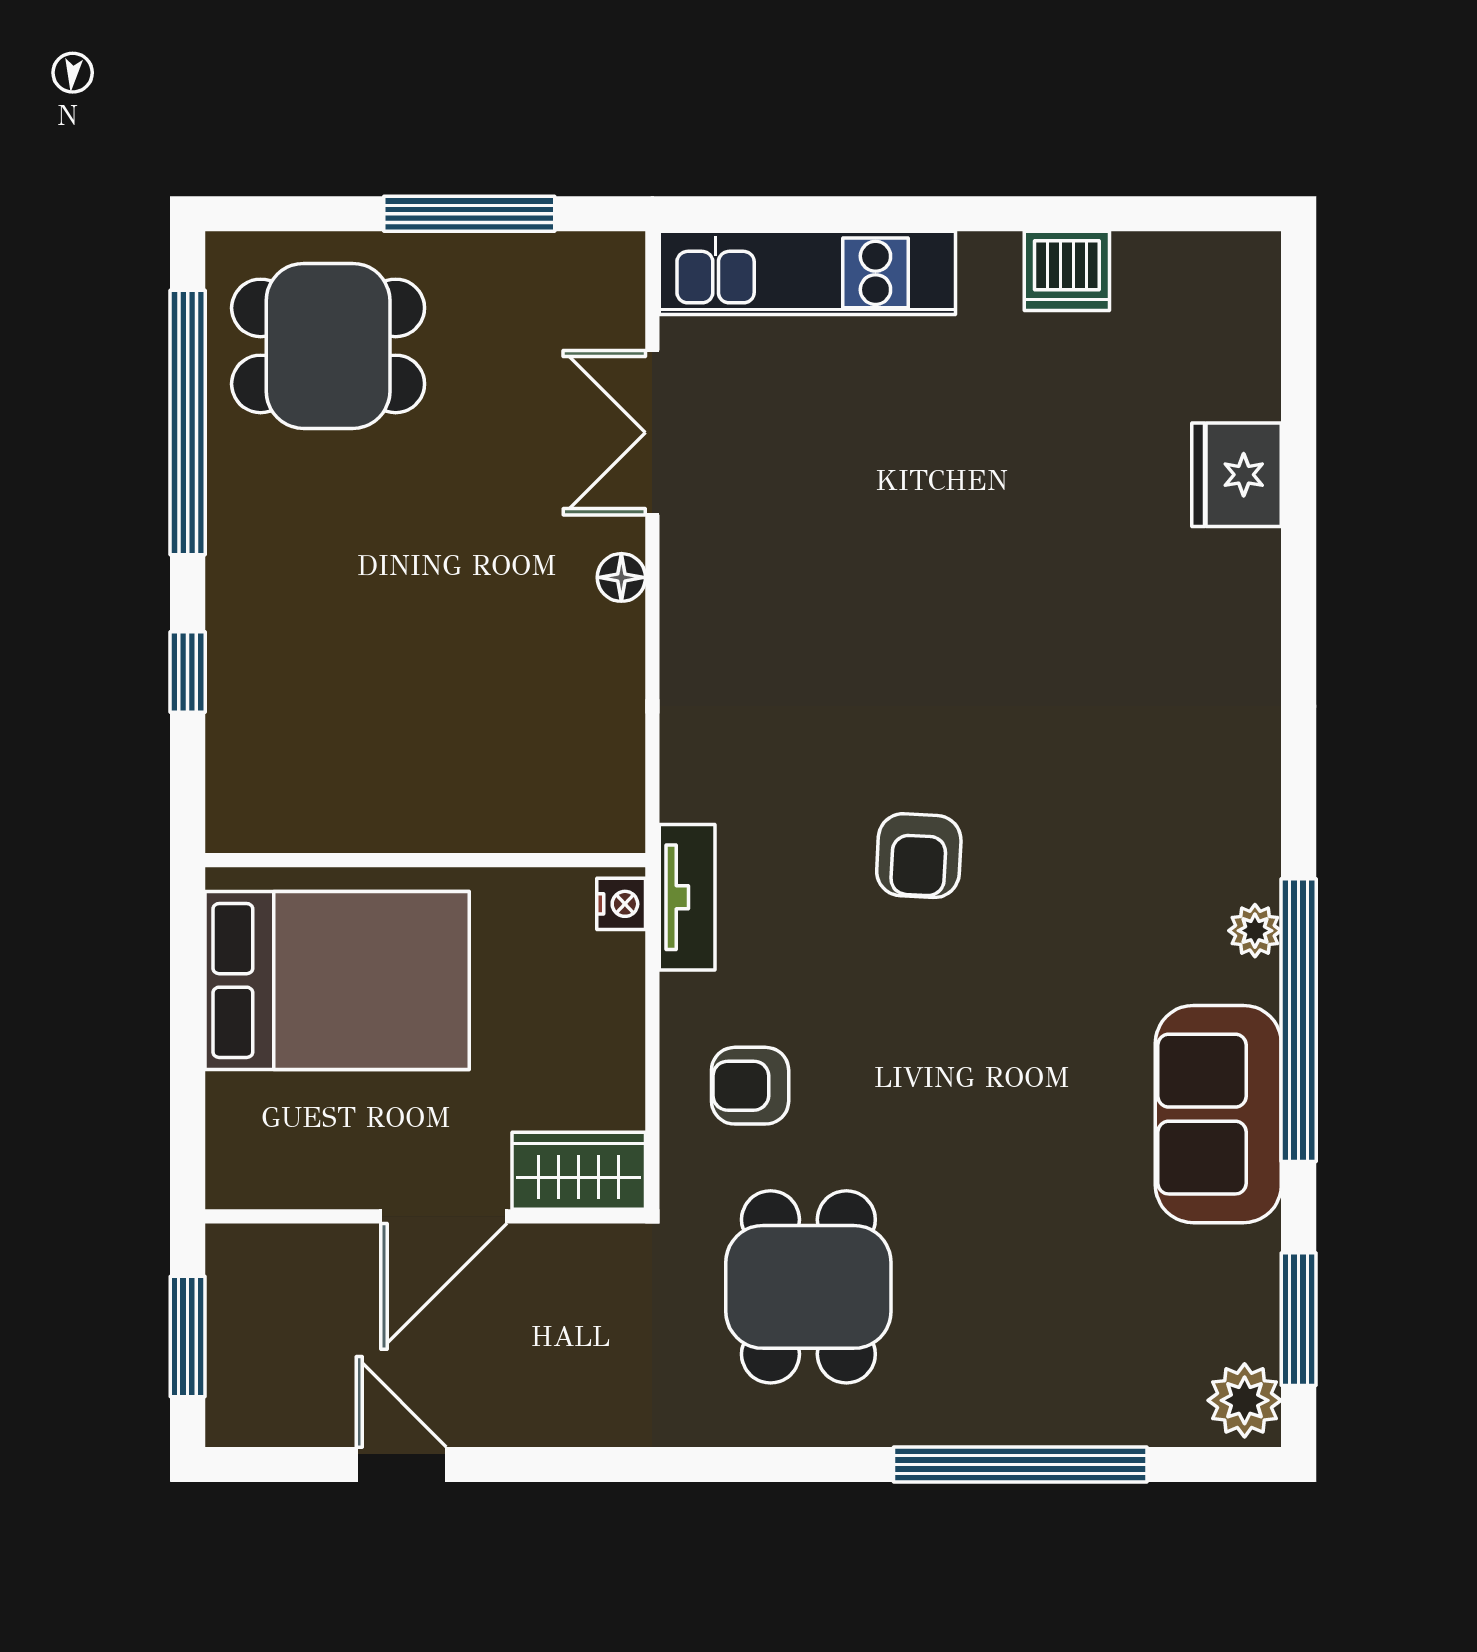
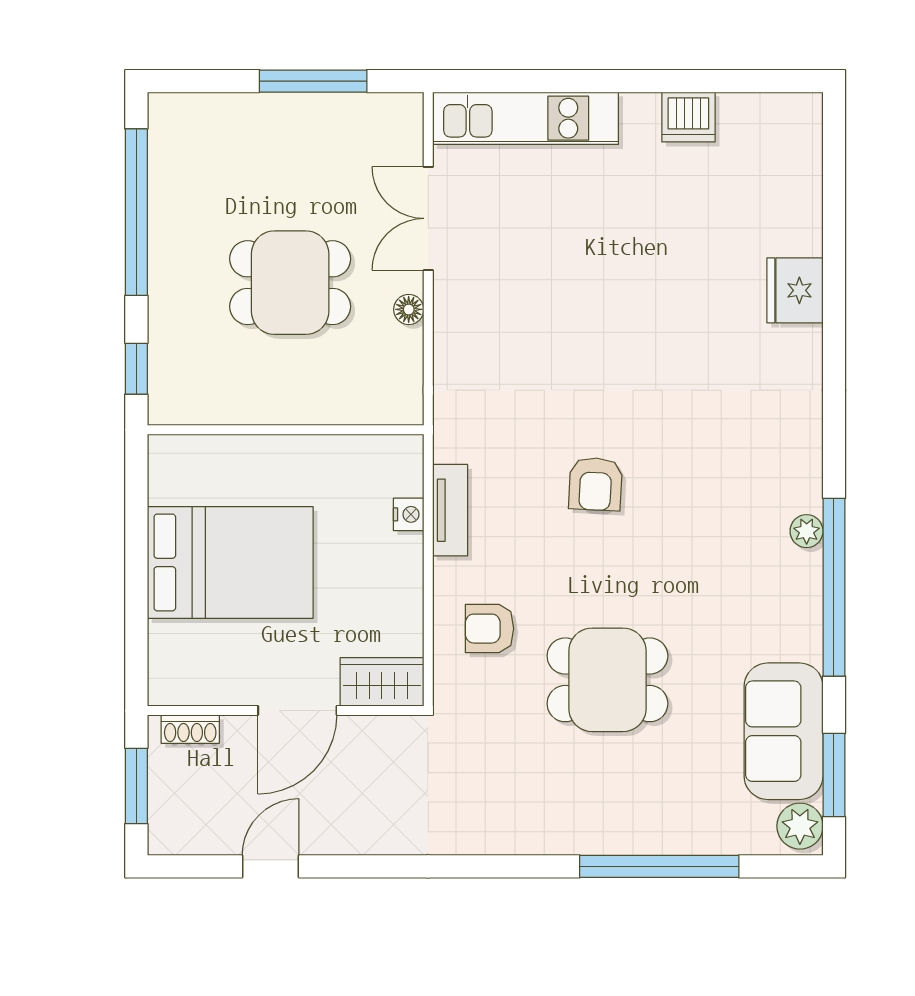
dining table: (328, 346) -> (290, 283), moved
fridge: (1237, 475) -> (795, 290), moved
wall: (425, 860) -> (286, 430), moved
sofa: (1218, 1114) -> (784, 731), moved
shoe rack: (273, 1246) -> (190, 729), added
dining table: (808, 1287) -> (607, 680), moved, turned 90
door: (401, 1464) -> (271, 866), hinge flipped

